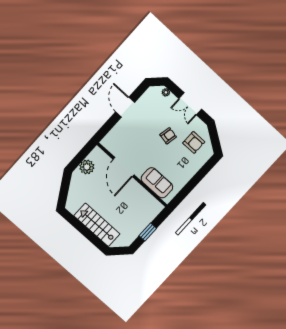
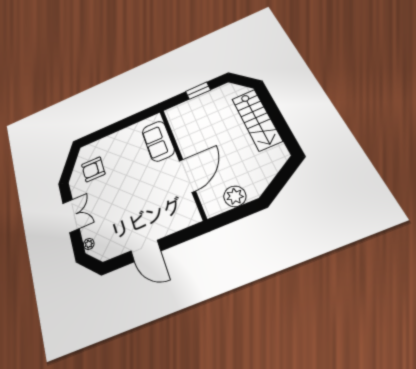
door: (125, 107) -> (146, 251), hinge flipped
armchair: (168, 136) -> (116, 190), removed
armchair: (194, 142) -> (93, 169), turned -90

